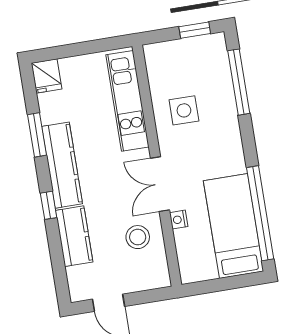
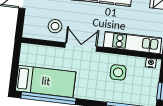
nightstand: (179, 220) -> (151, 63), moved

